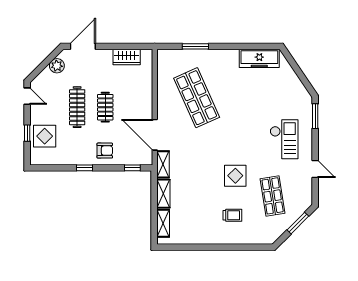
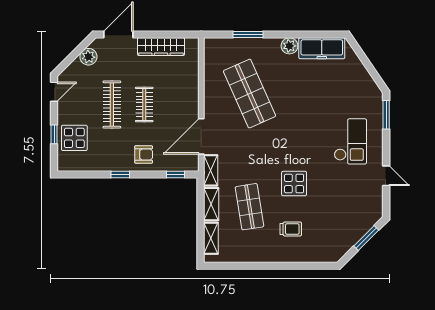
plant: (231, 56) -> (289, 46), added
wardrobe: (127, 57) -> (161, 47), width x1.50
door: (27, 96) -> (54, 92), hinge flipped
door: (155, 135) -> (201, 136), hinge flipped
shop shelf: (273, 196) -> (249, 207), moved

